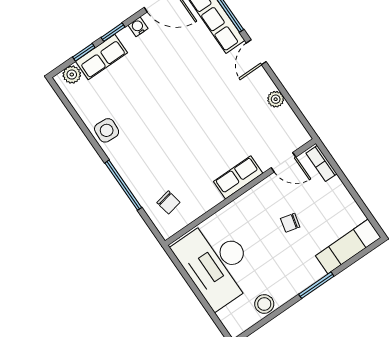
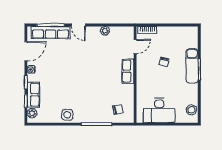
exam couch: (348, 247) -> (192, 66), moved
desk: (216, 263) -> (159, 110), width x0.73, depth x0.77
stool: (264, 304) -> (191, 110), moved

